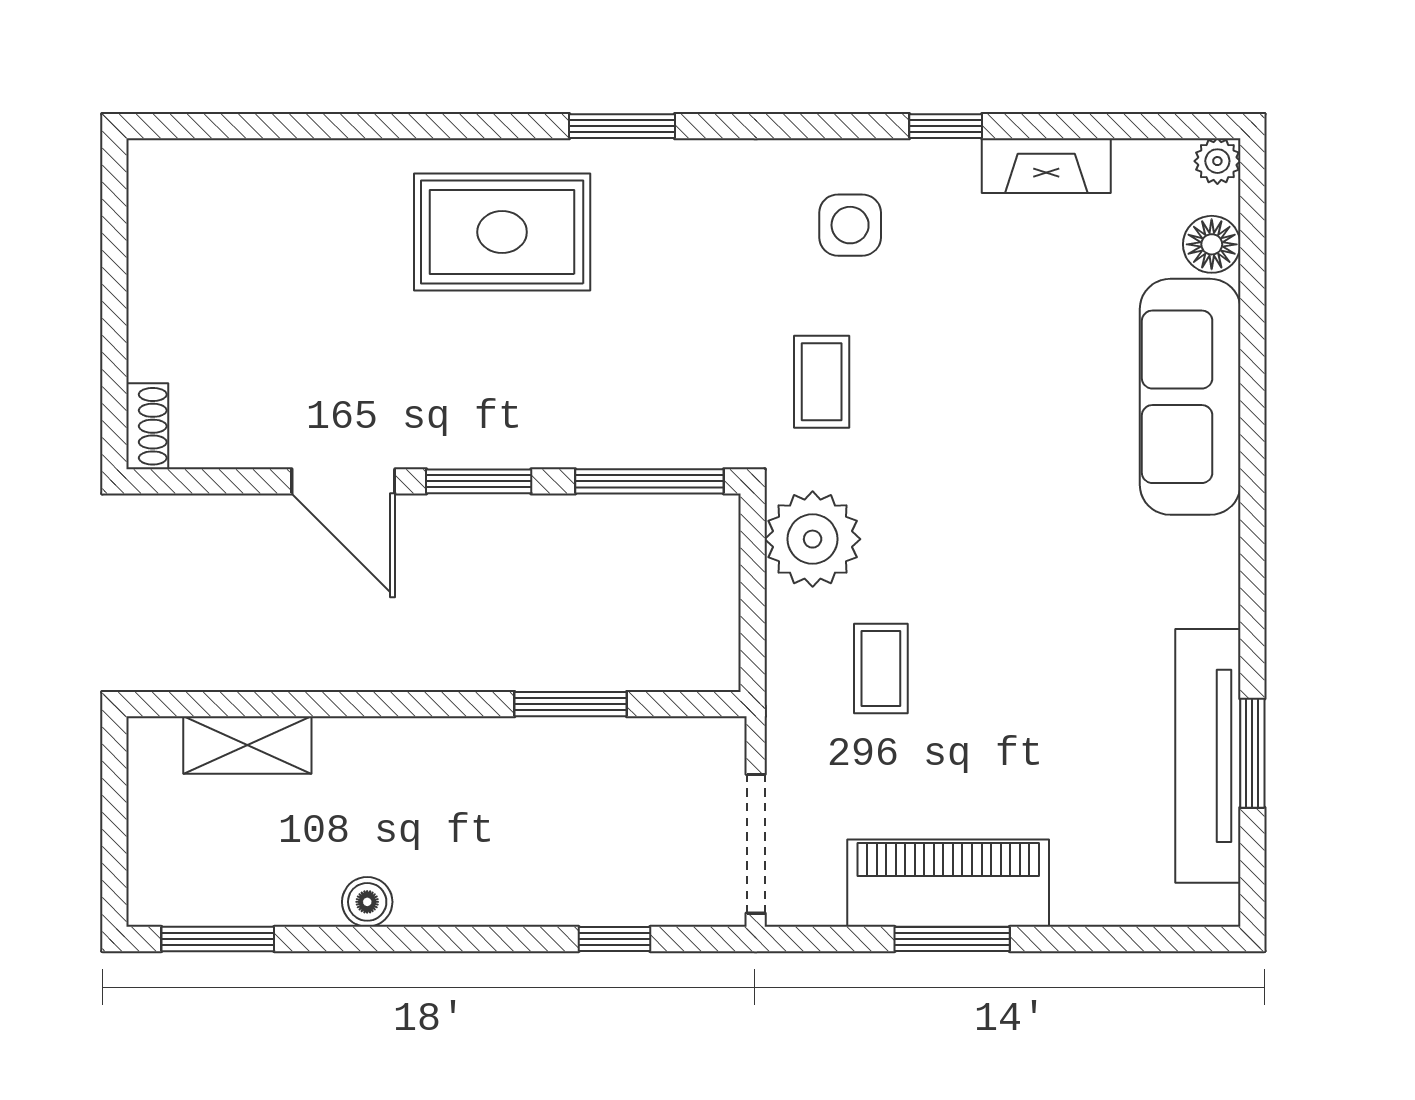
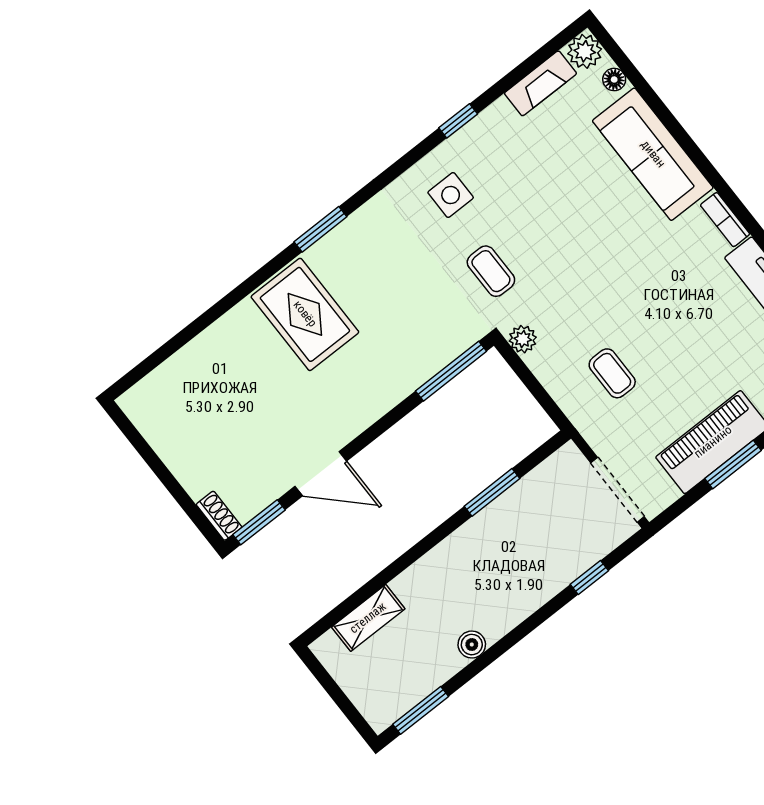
plant: (1217, 161) -> (585, 51), width x1.38, depth x1.38
fireplace: (1046, 166) -> (540, 83), moved
rug: (502, 232) -> (305, 314), turned 90
floor lamp: (1212, 244) -> (614, 80), width x0.73, depth x0.73
window: (479, 481) -> (259, 522), moved
plant: (813, 539) -> (523, 339), width x0.53, depth x0.53
bookcase: (1220, 574) -> (725, 220), added

